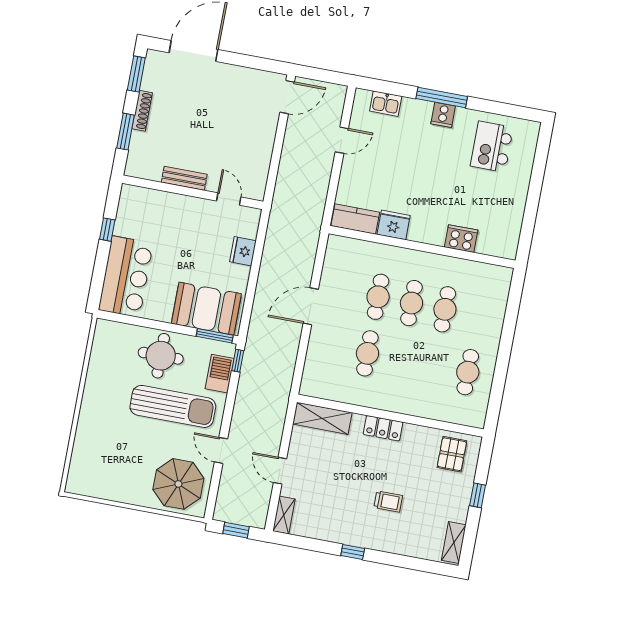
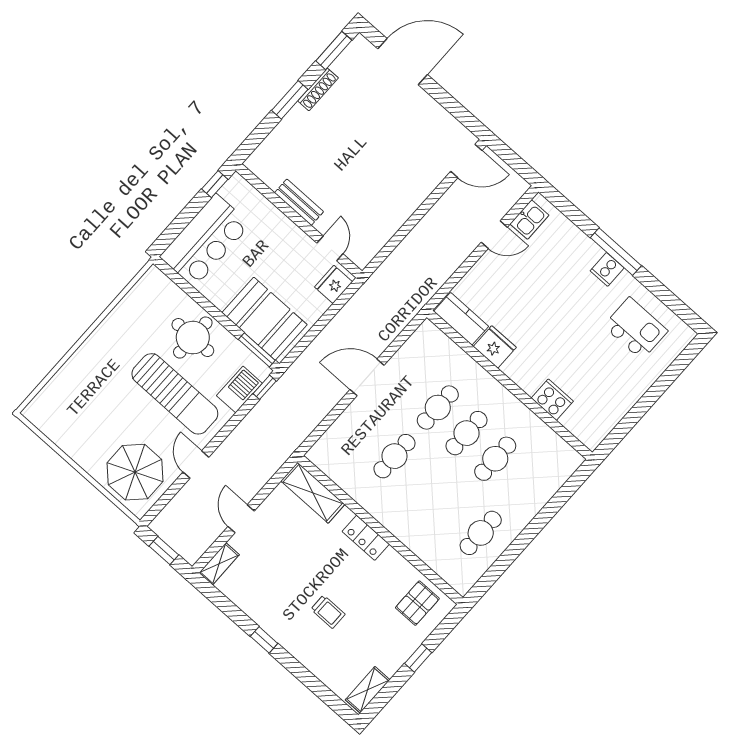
kitchen sink: (386, 104) -> (529, 220), moved, turned -90
kitchen island: (492, 147) -> (636, 328), turned 90
bench: (184, 178) -> (299, 202), moved
wall: (193, 192) -> (299, 221), moved
door: (229, 199) -> (330, 248), moved

